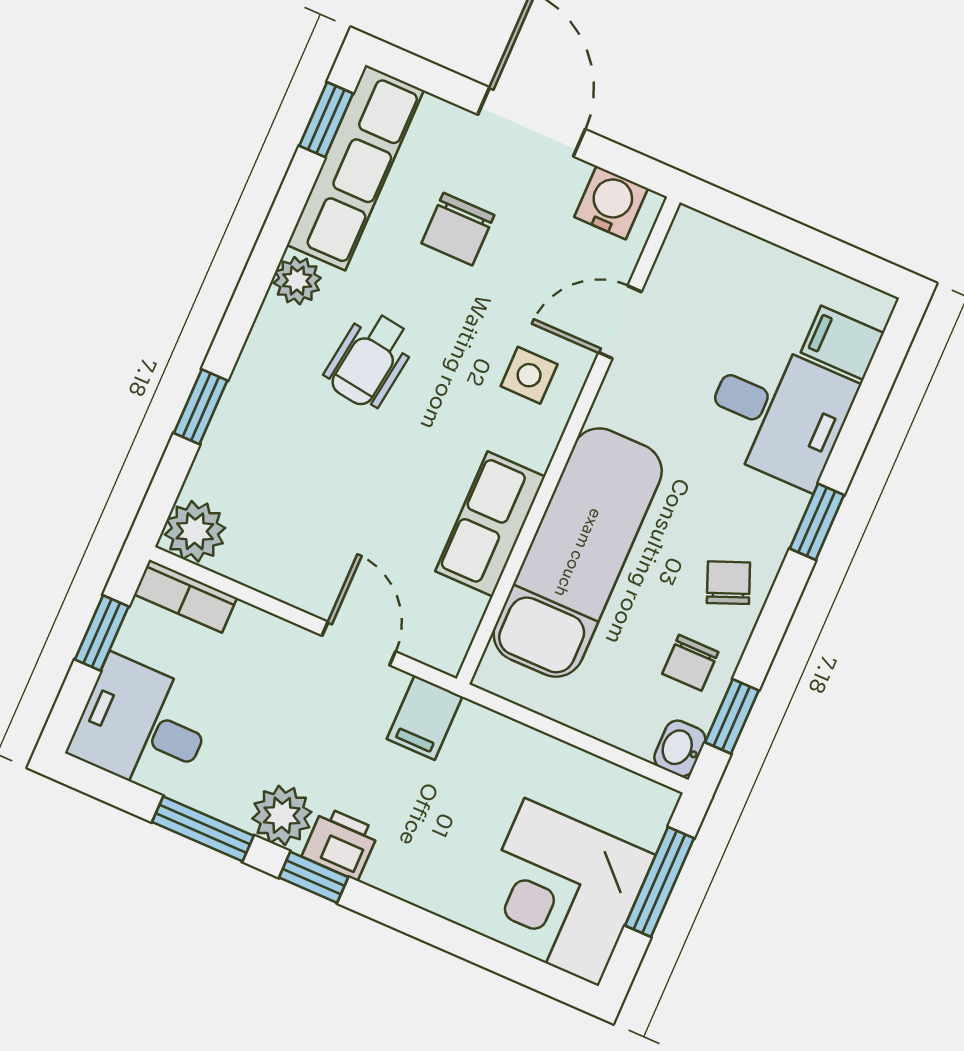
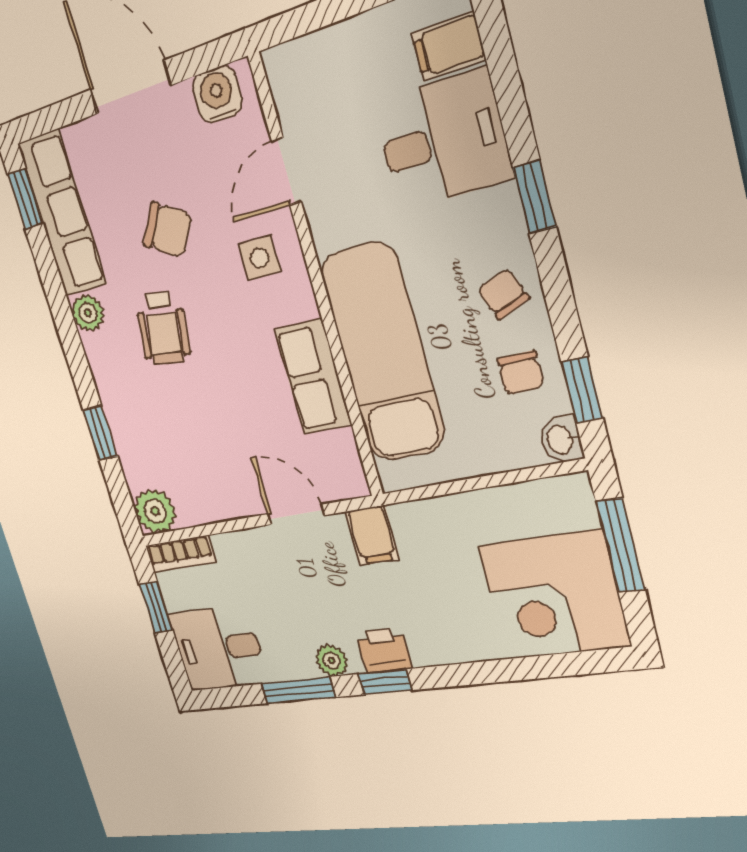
chair: (458, 229) -> (167, 230), moved, turned -59
plant: (282, 815) -> (332, 661), width x0.73, depth x0.73

